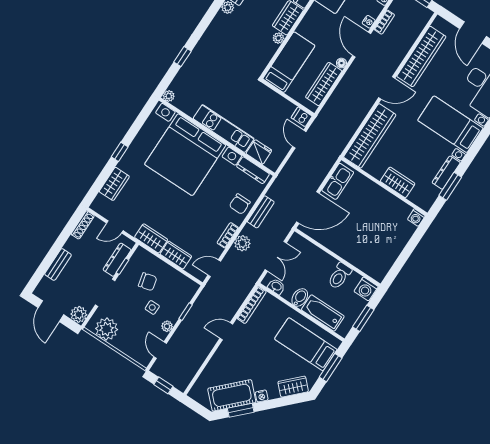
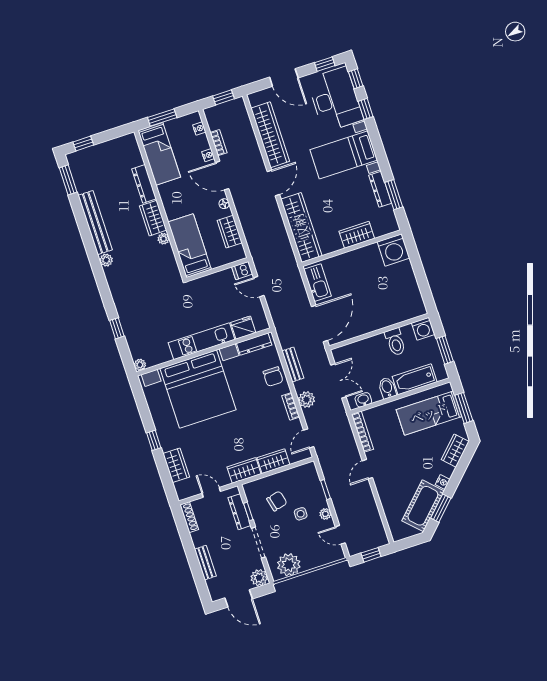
wardrobe: (324, 84) -> (230, 232), width x0.67
washing machine: (416, 218) -> (393, 250), width x1.89, depth x1.89
door: (115, 227) -> (211, 492), swing flipped

